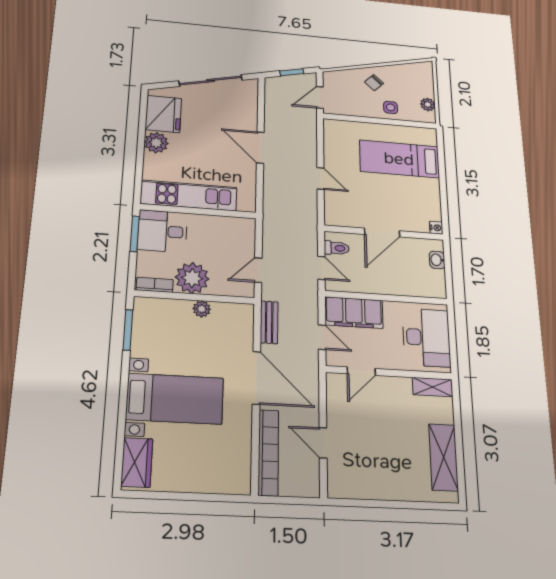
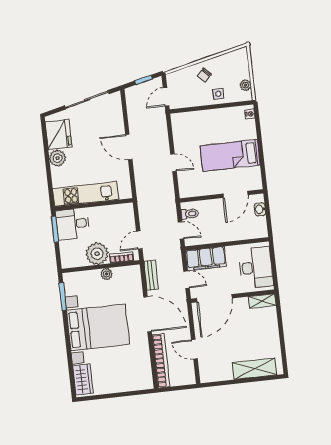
bed: (399, 159) -> (230, 155), moved
nightstand: (436, 228) -> (250, 114), moved
door: (382, 233) -> (235, 194), moved
bookcase: (155, 285) -> (122, 257), moved
door: (361, 371) -> (214, 298), width x1.88
bed with nightstands: (175, 399) -> (98, 327), width x1.36
shelving: (443, 457) -> (254, 369), moved, turned 90

